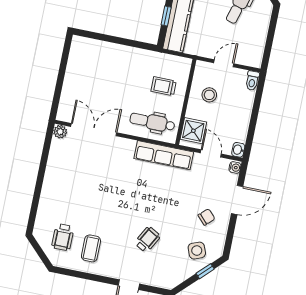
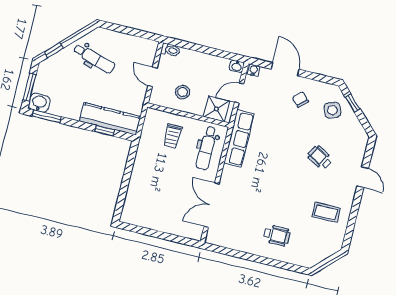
plant: (60, 132) -> (212, 238), removed
wheelchair: (63, 237) -> (277, 235), moved

